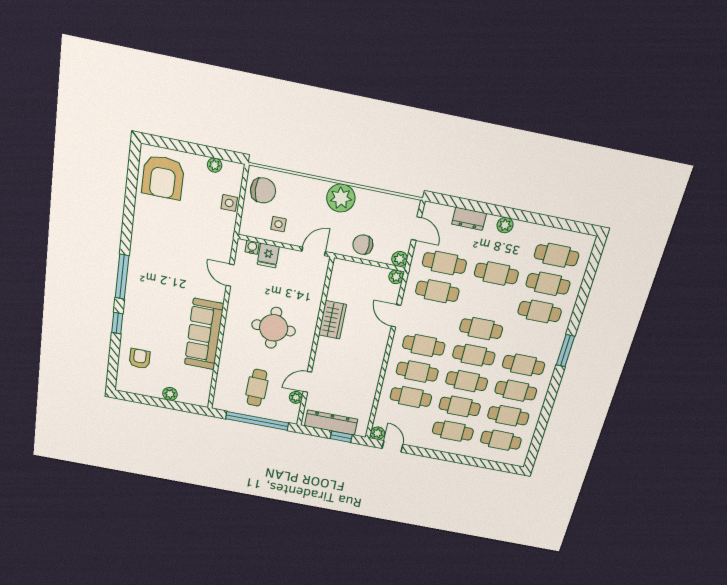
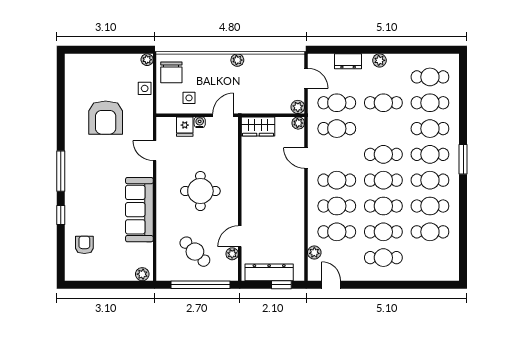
plant: (215, 165) -> (147, 60), moved
armchair: (163, 177) -> (106, 118), moved
chair: (263, 190) -> (171, 72), turned 93
plant: (341, 198) -> (237, 60), width x0.53, depth x0.53
chair: (363, 245) -> (264, 101), removed
water cooler: (252, 247) -> (200, 122), moved
wardrobe: (332, 320) -> (258, 126), moved, turned 90
cafe table: (257, 388) -> (195, 252), turned -47
plant: (170, 394) -> (142, 274), moved
plant: (377, 433) -> (314, 253), moved
cafe table: (501, 440) -> (430, 154), moved

